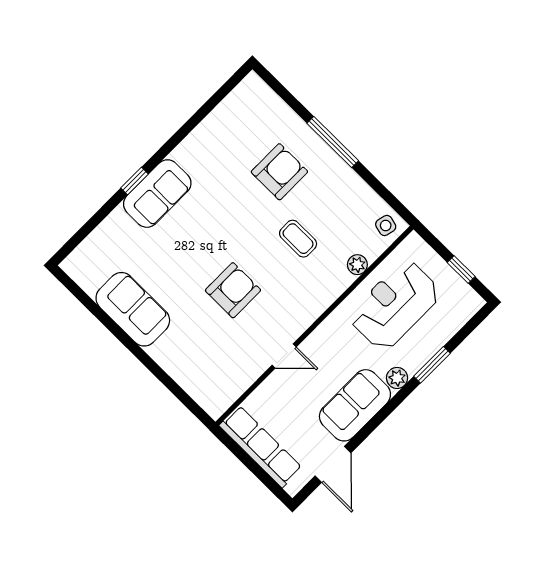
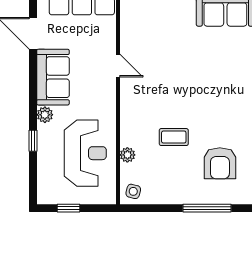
armchair: (233, 290) -> (181, 74), removed
door: (284, 356) -> (118, 66), swing flipped
window: (432, 365) -> (33, 141), width x0.67

